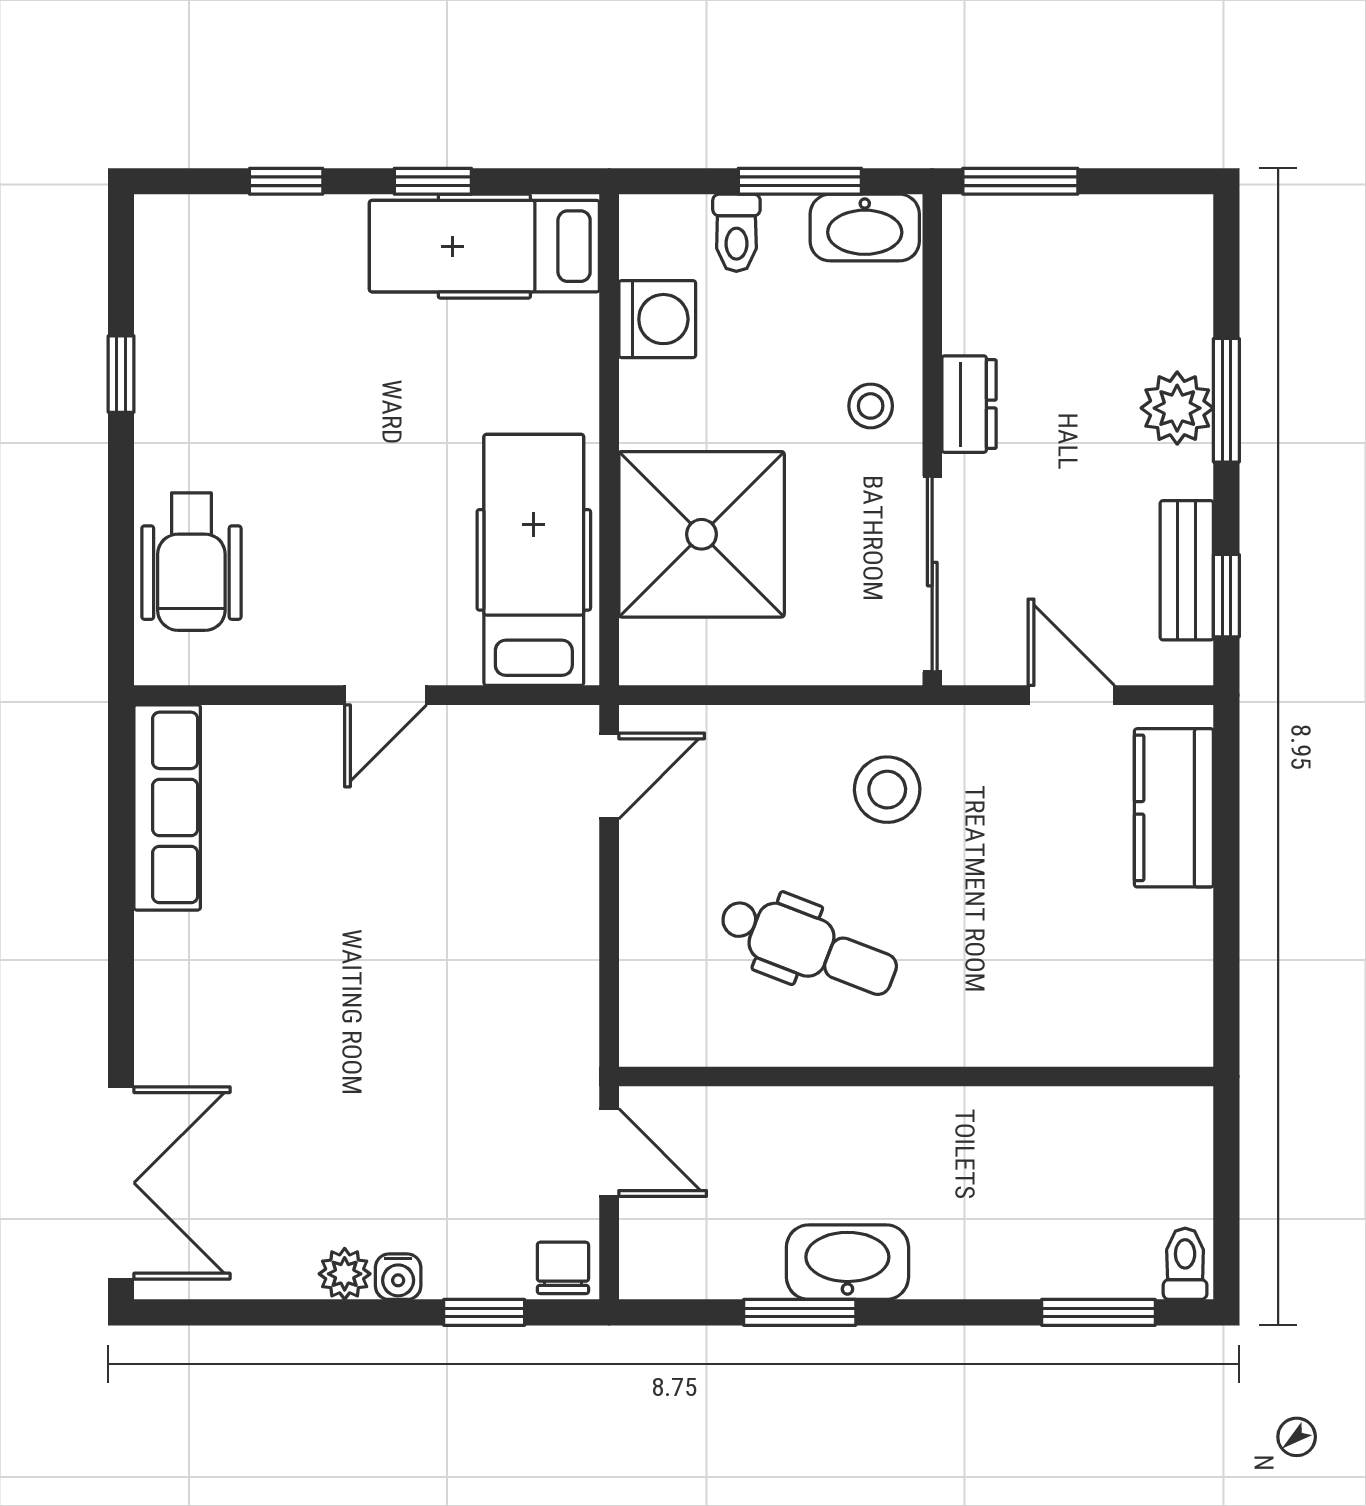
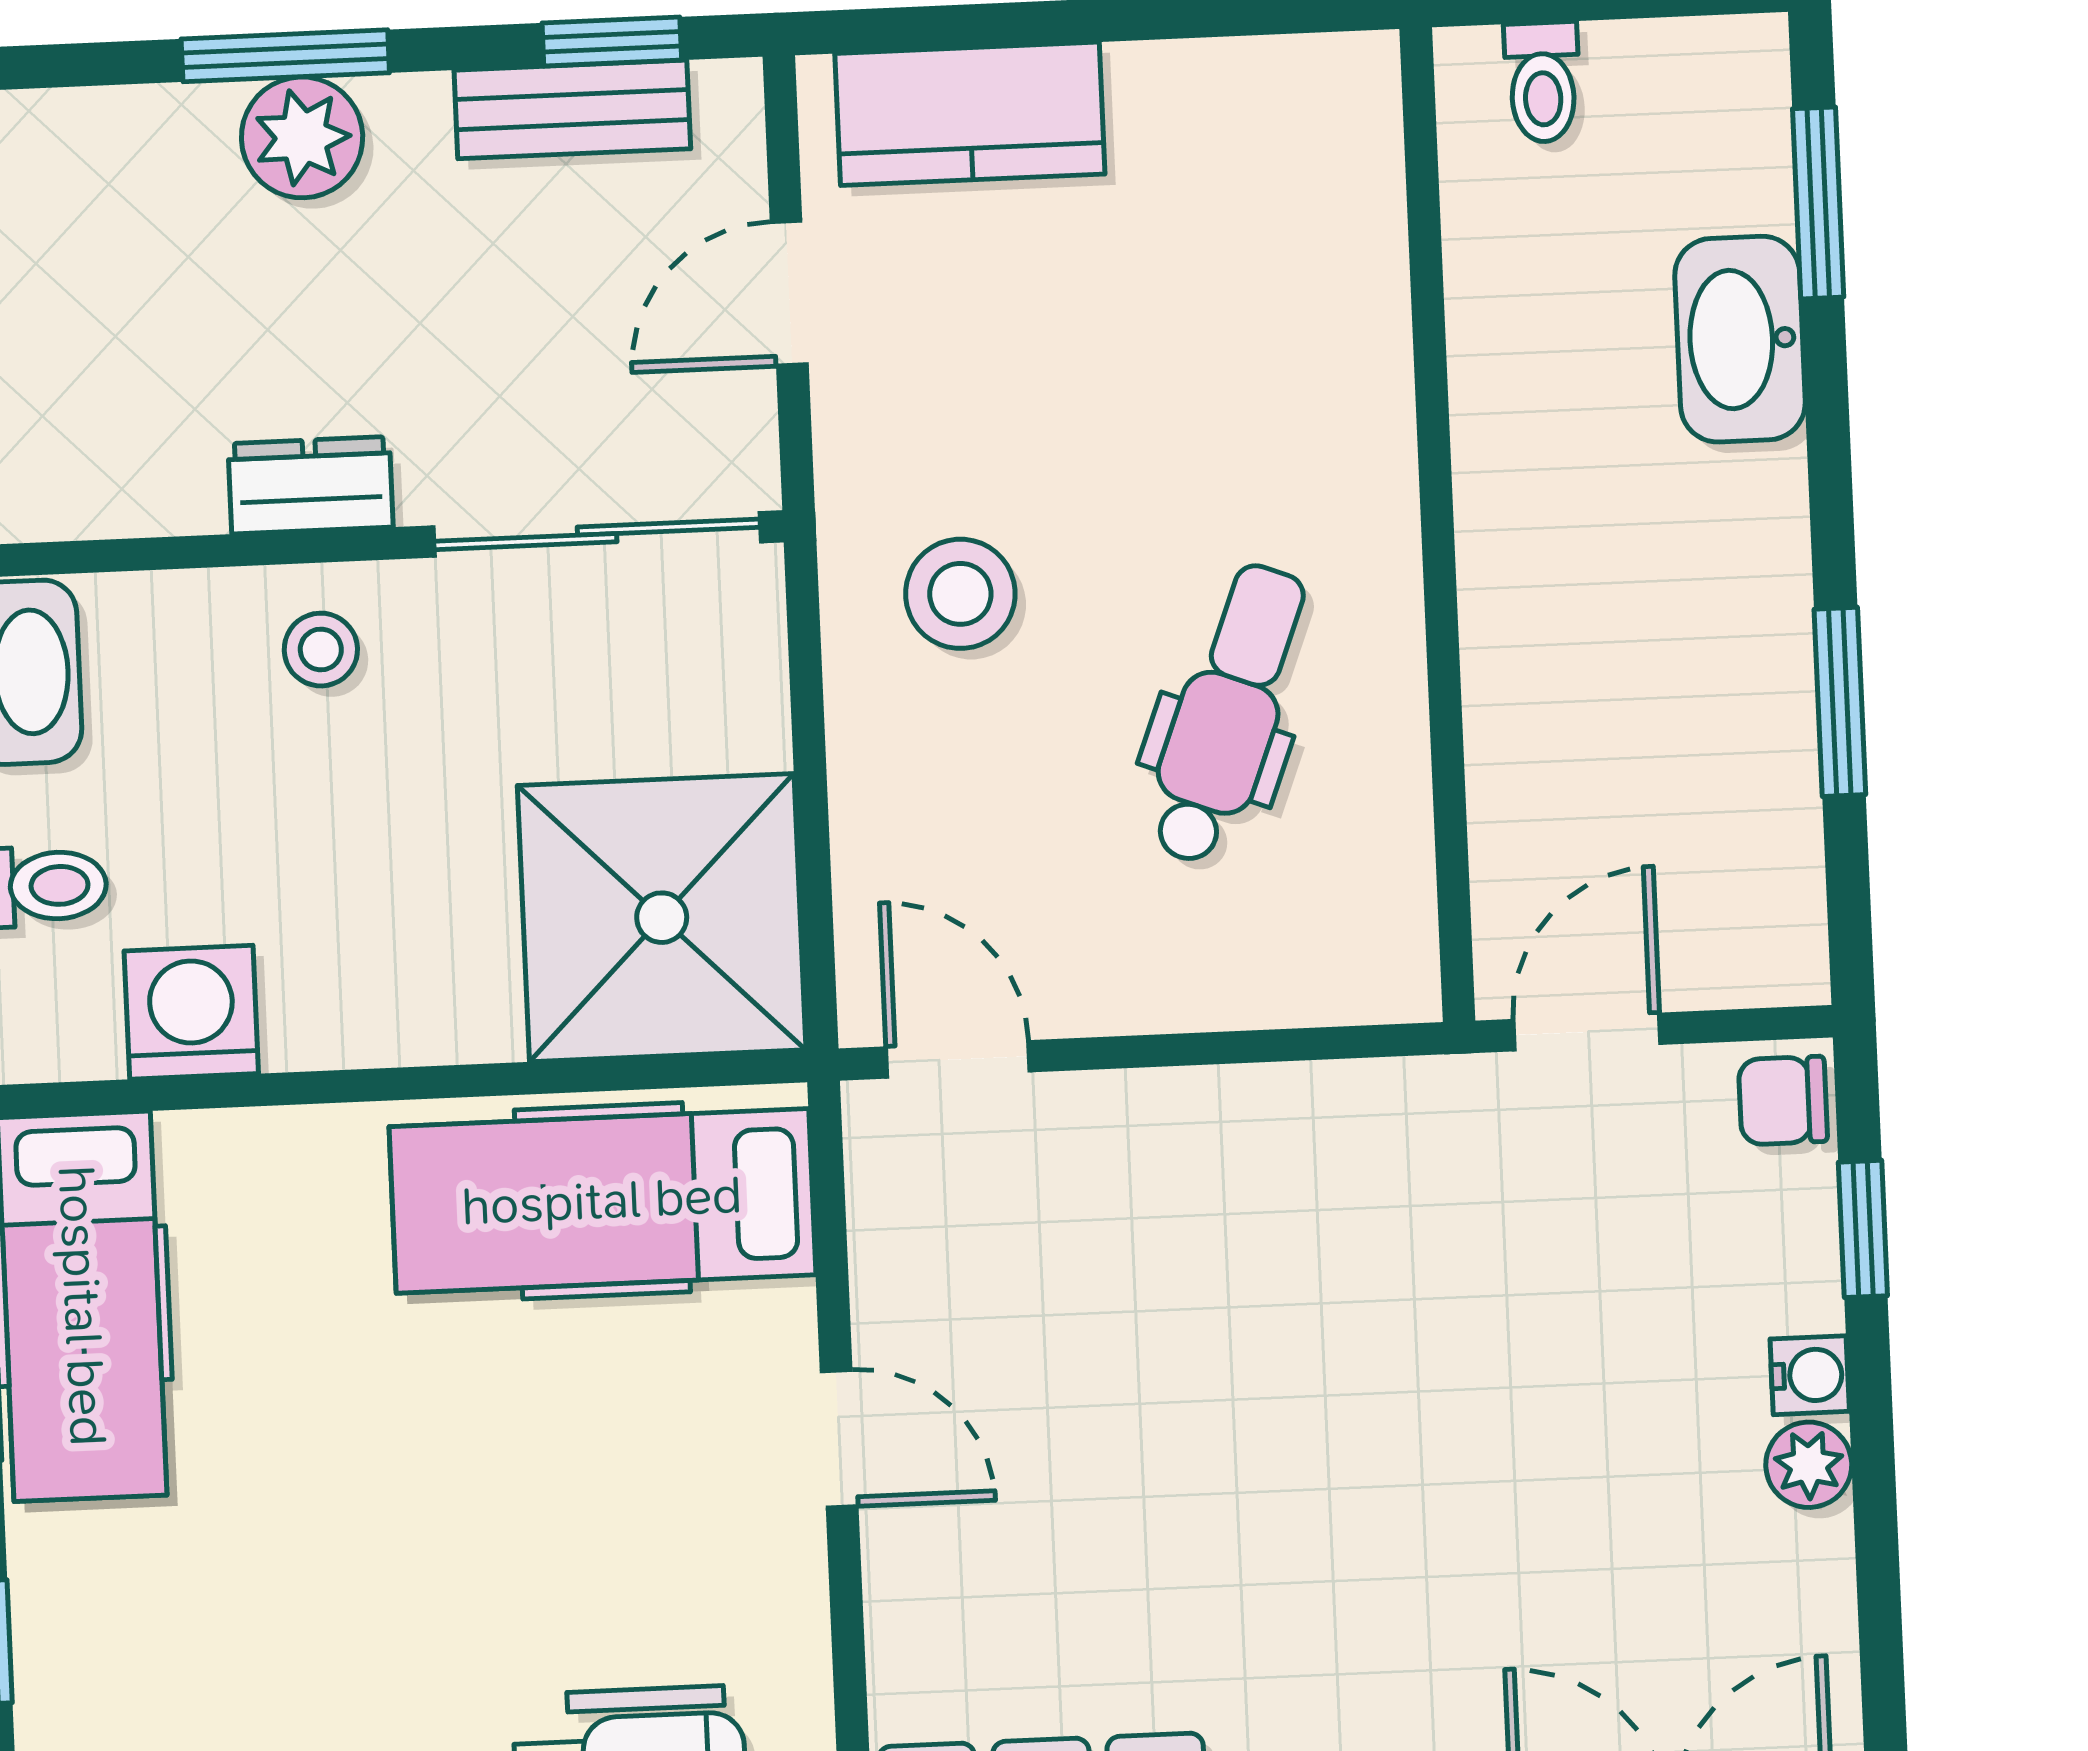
shower: (702, 534) -> (662, 918), moved
washbasin: (847, 1262) -> (1740, 339), moved
toilet: (1185, 1264) -> (1542, 82), moved, turned -90

